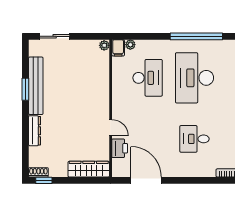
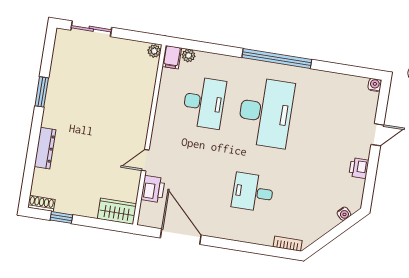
desk: (195, 78) -> (266, 112), turned 180
bench: (36, 86) -> (56, 90), removed
door: (111, 128) -> (145, 160), swing flipped
wardrobe: (89, 169) -> (117, 211), width x0.67
window: (44, 180) -> (61, 217), moved

